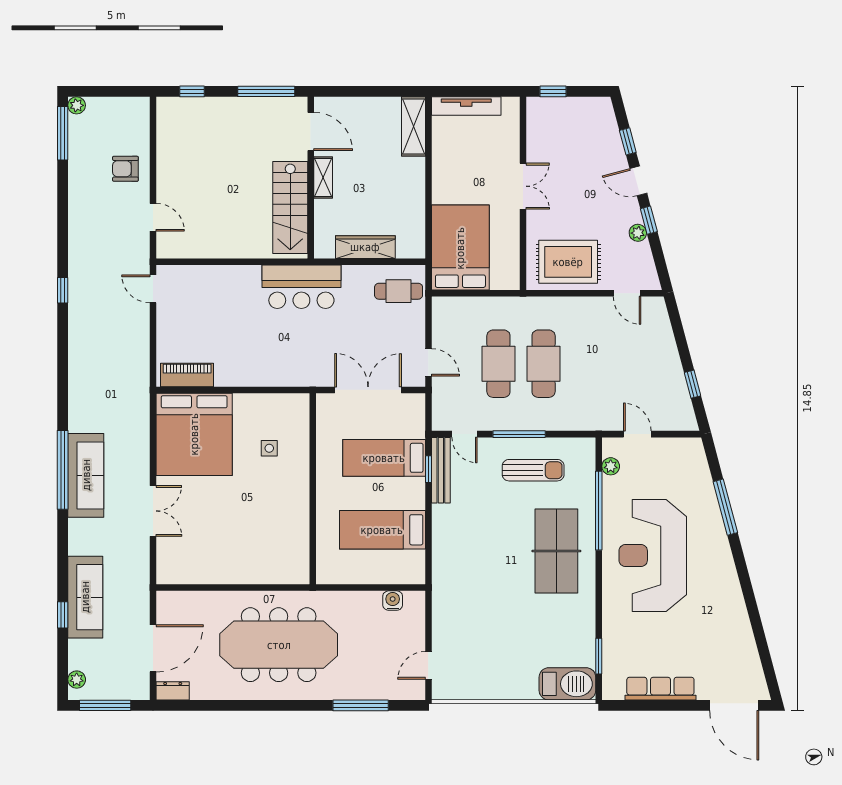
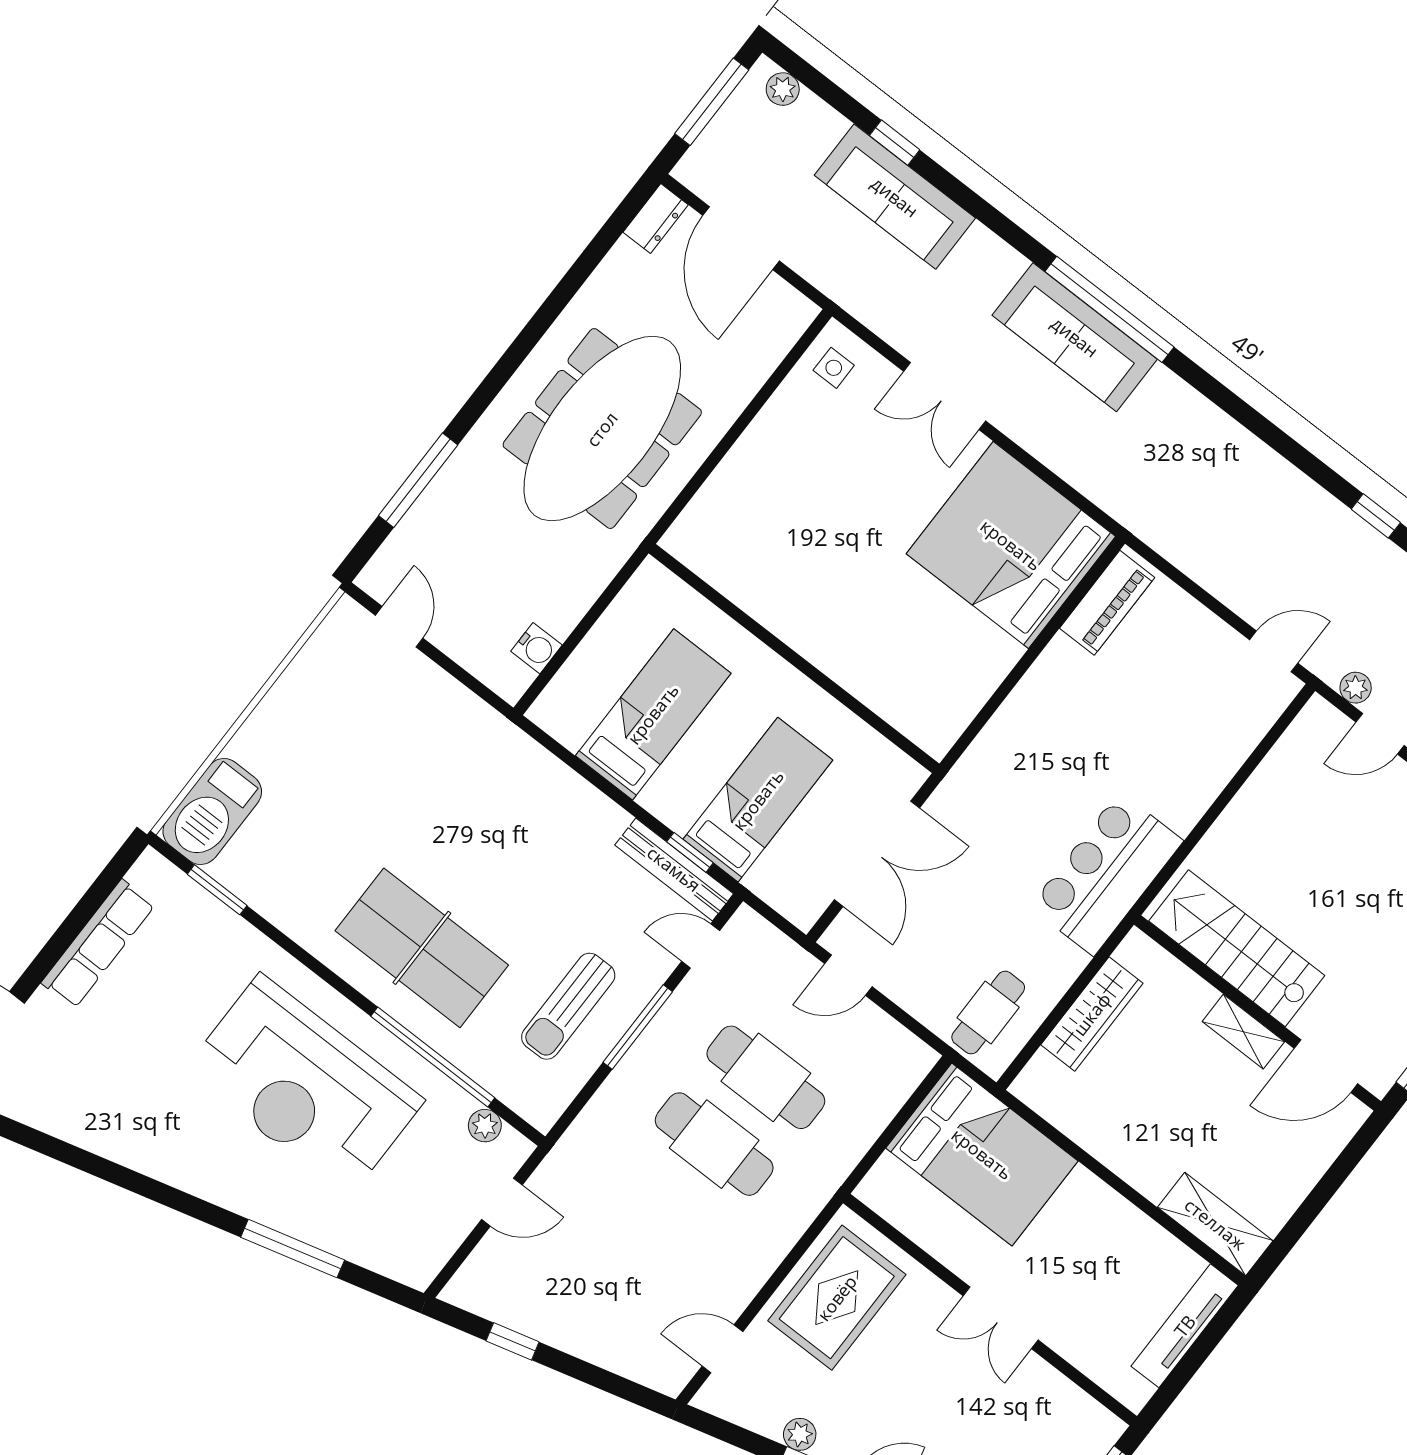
plant: (142, 243) -> (1356, 688), added
side table: (269, 448) -> (834, 368), moved
reception desk: (653, 556) -> (304, 1085), turned 180

